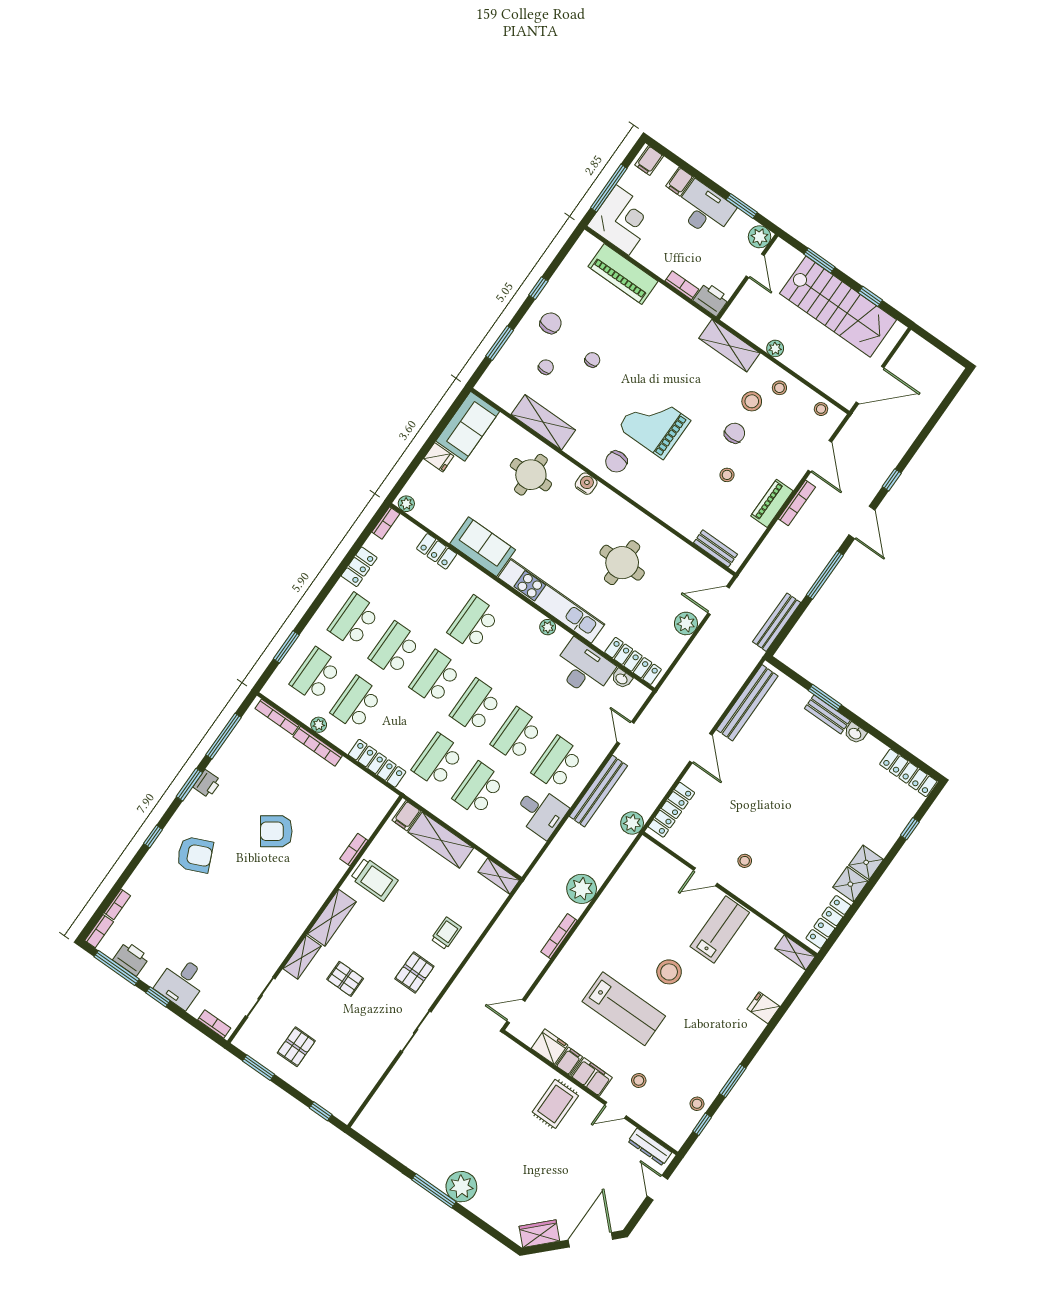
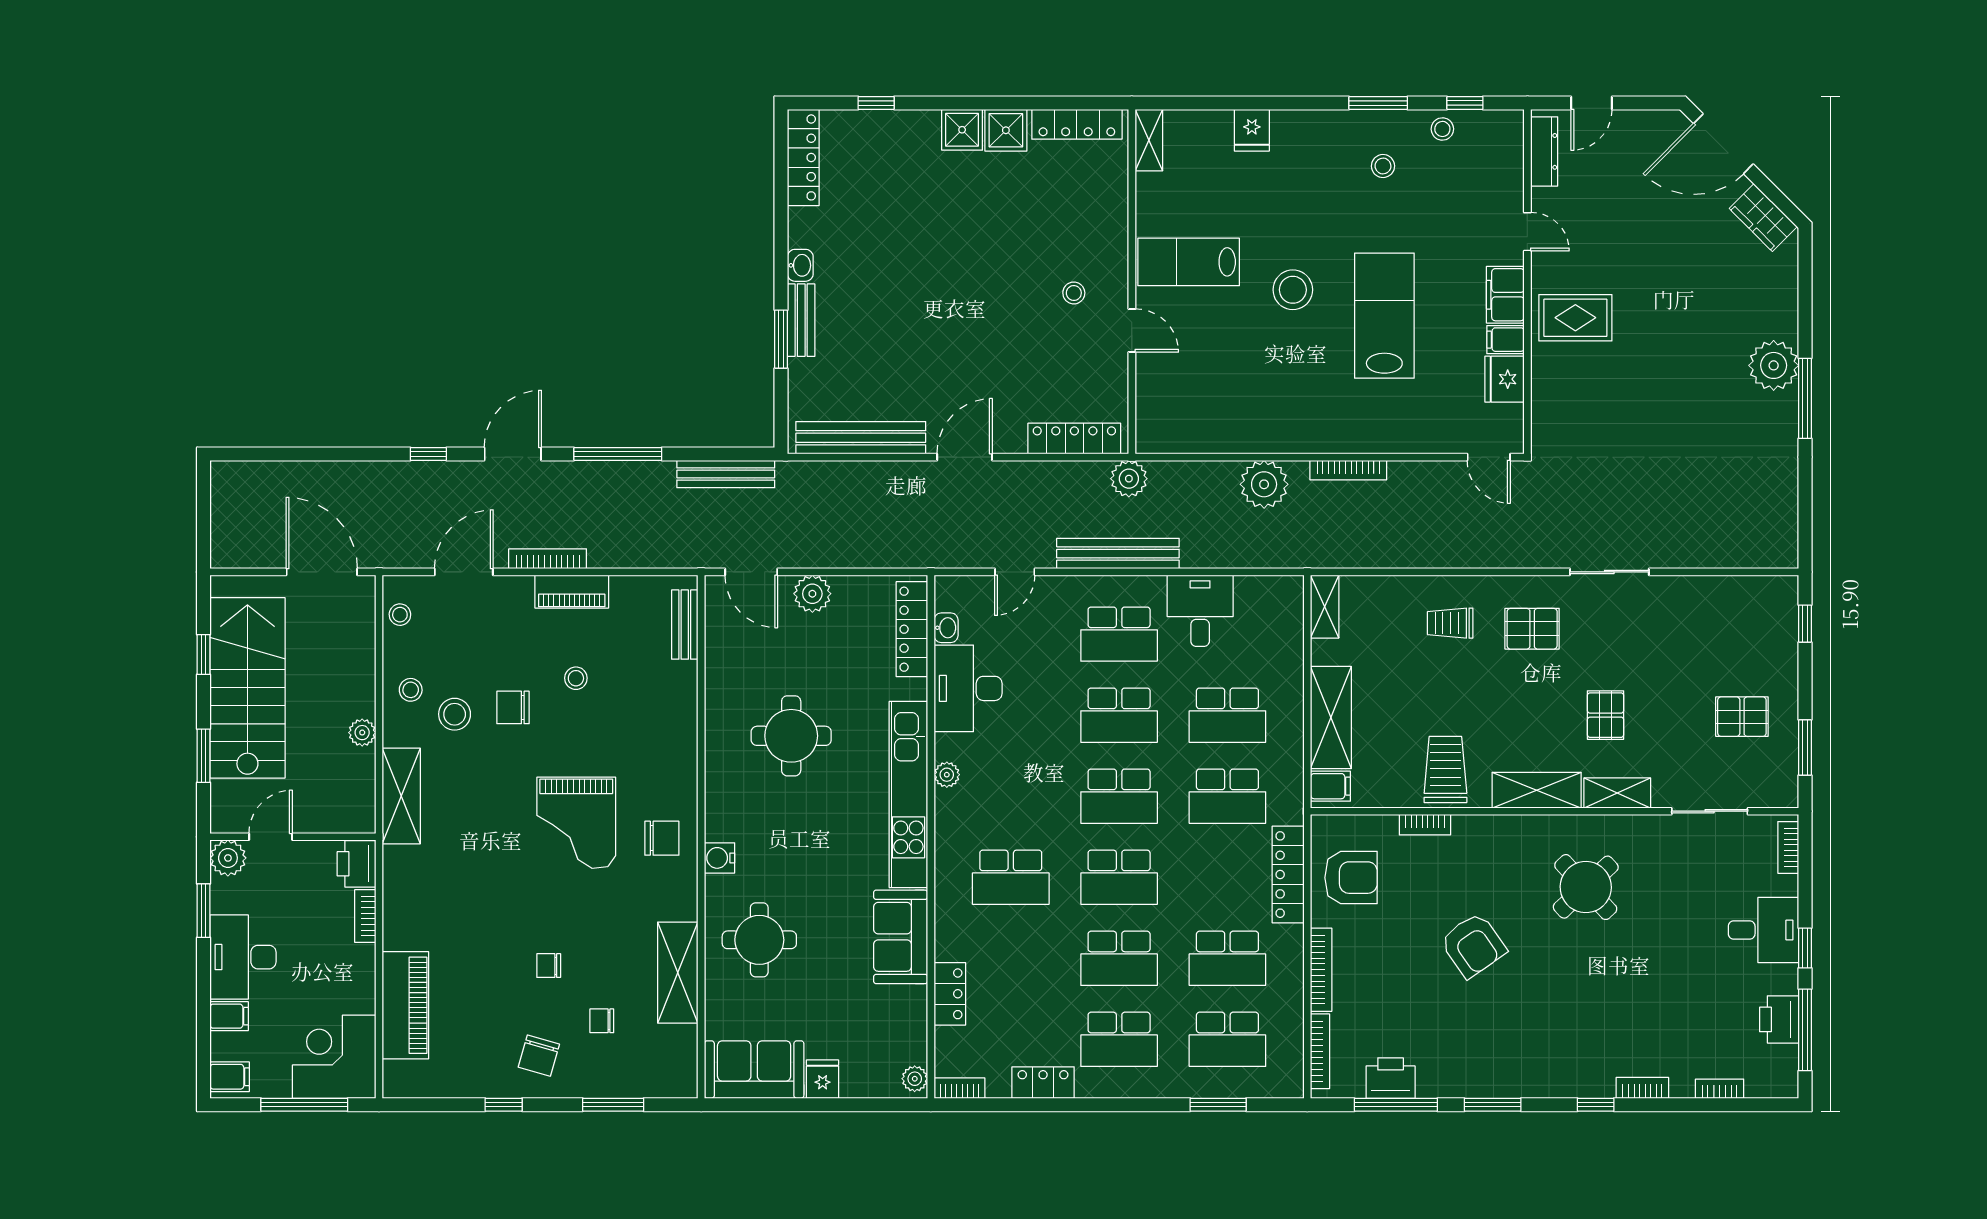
chair: (551, 323) -> (539, 1056), turned -74
plant: (319, 725) -> (1292, 989), removed
printer: (207, 784) -> (1391, 1078), moved, width x1.36, depth x1.24
armchair: (195, 855) -> (1351, 878), moved, turned 114
round table: (266, 908) -> (1586, 887), added
bookcase: (99, 931) -> (1642, 1088), moved
stool: (639, 1080) -> (1383, 166), moved

